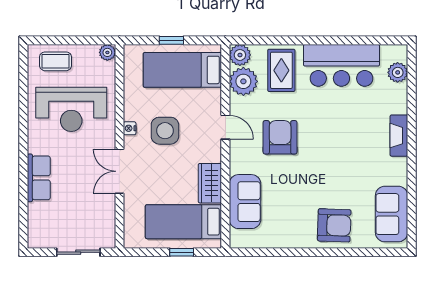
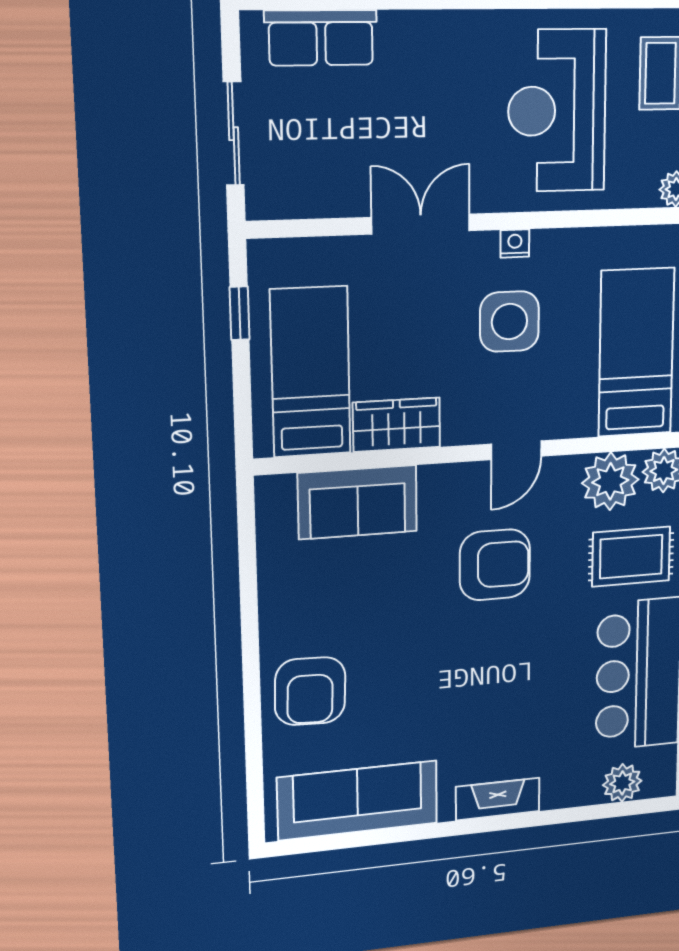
row of seats: (39, 178) -> (321, 38), moved
sofa: (392, 214) -> (358, 800), width x1.36
window: (182, 252) -> (239, 313), moved

